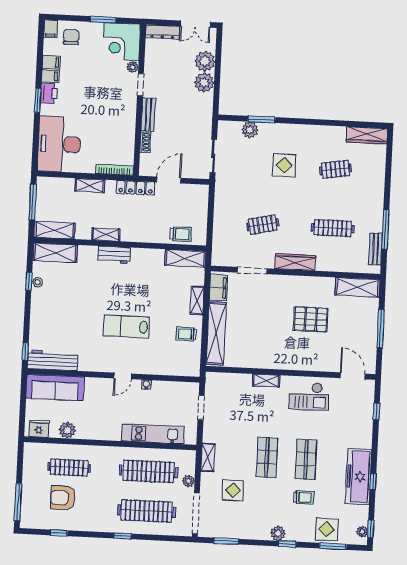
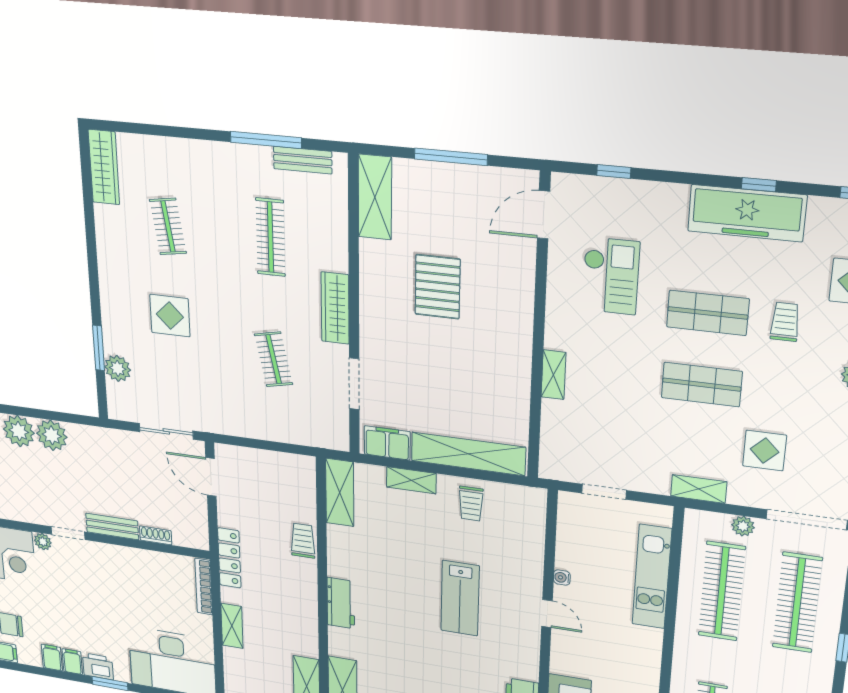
door: (169, 180) -> (211, 477), moved
shelving: (106, 234) -> (308, 611), removed
trolley: (181, 234) -> (303, 541), moved
checkout: (309, 396) -> (611, 276), moved

